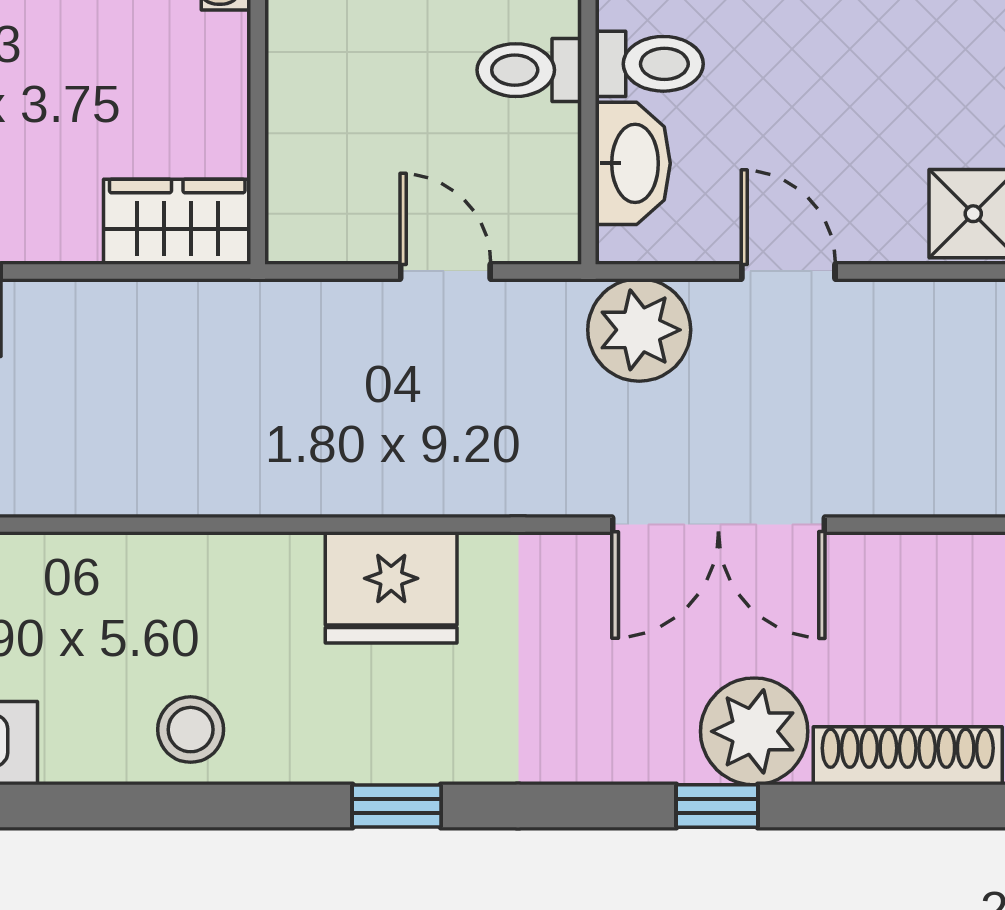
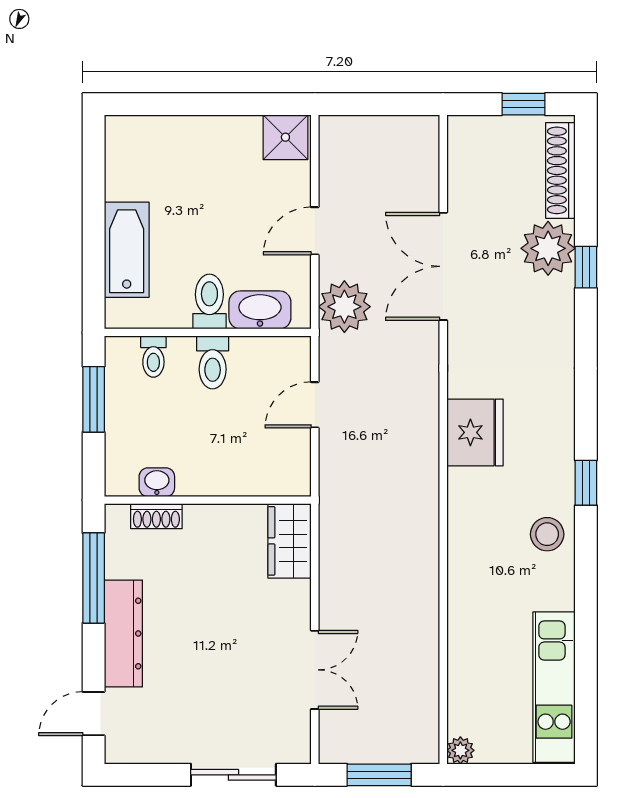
double door: (718, 525) -> (443, 266), swing flipped
window: (397, 806) -> (586, 483), moved

